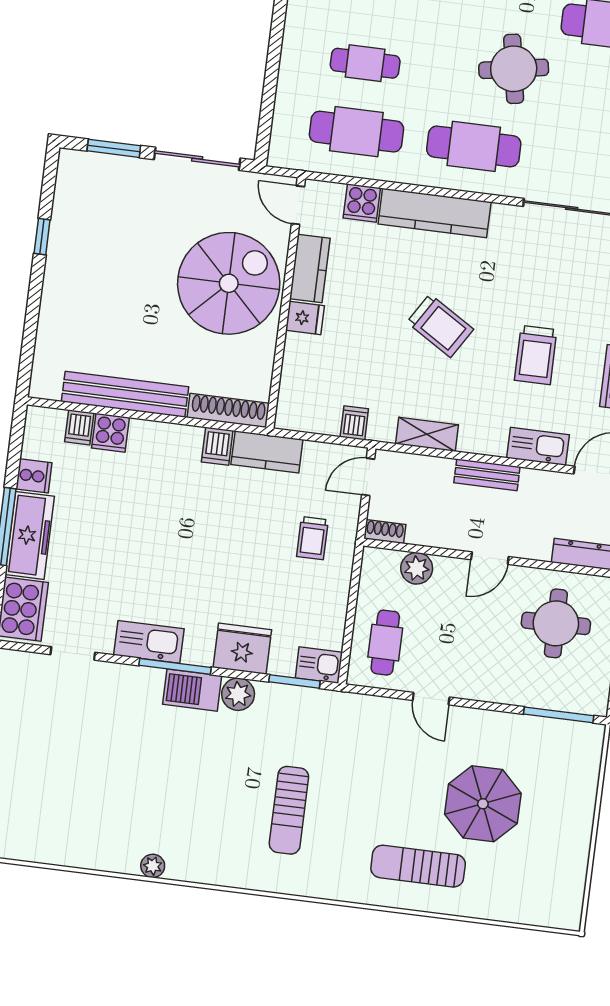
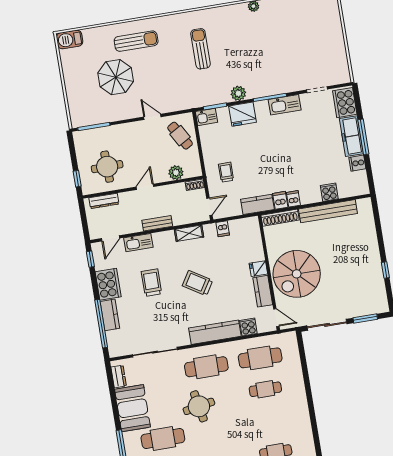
dishwasher: (79, 427) -> (293, 199), moved
cafe table: (385, 643) -> (180, 136), turned -30
barbecue: (192, 690) -> (70, 39), moved, turned 180

